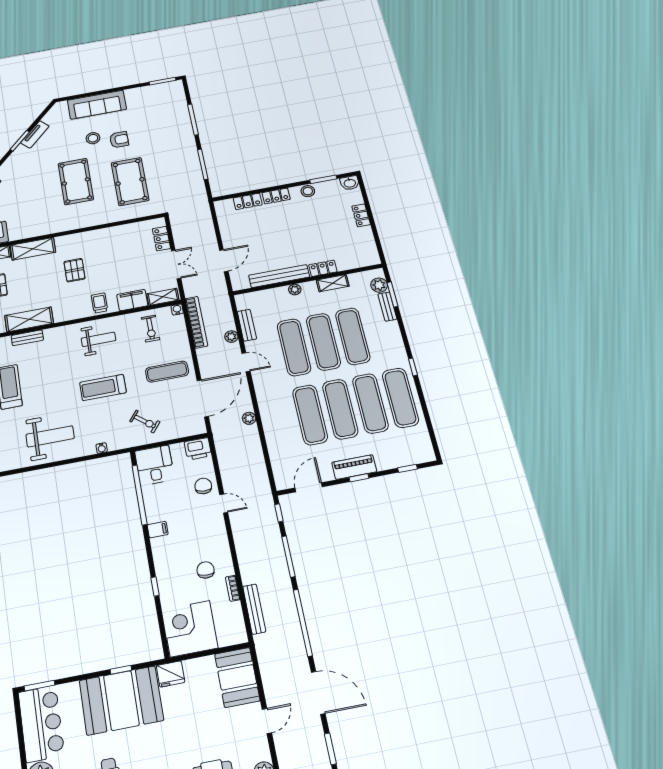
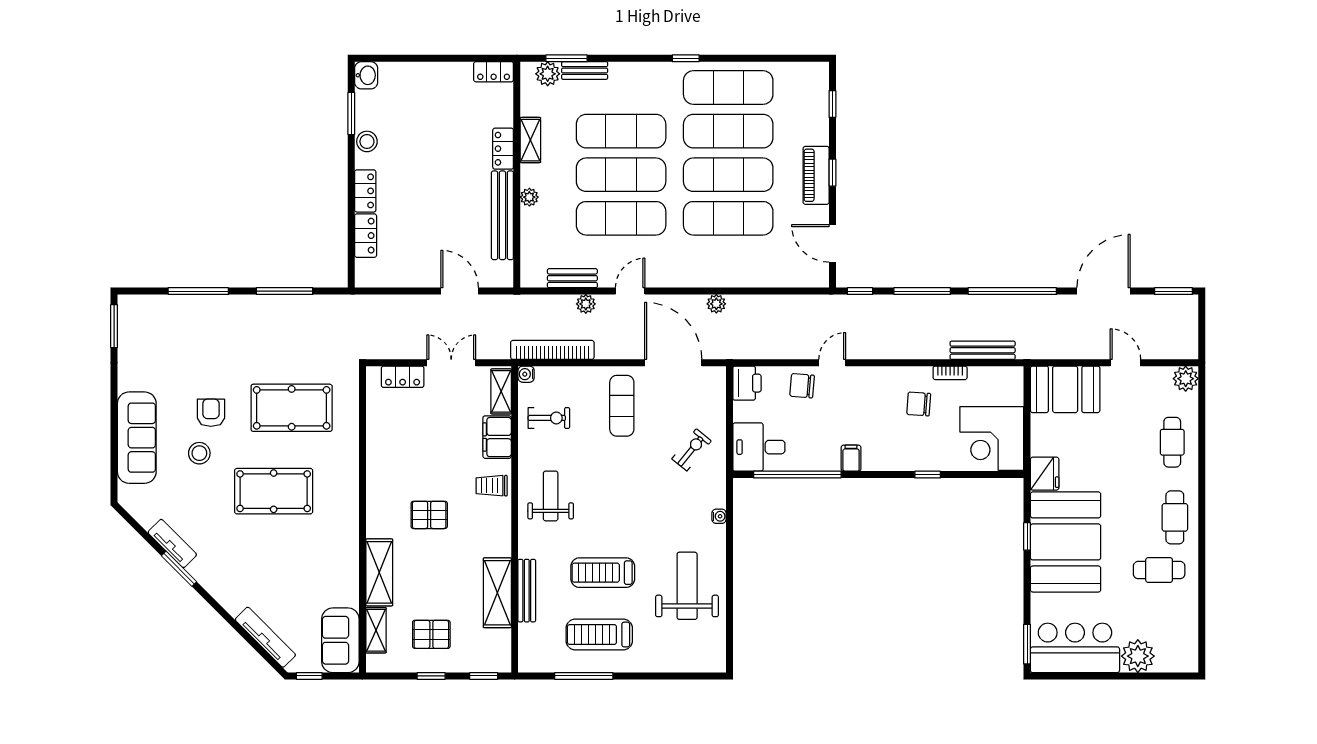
locker: (361, 215) -> (494, 72), moved
bench: (27, 338) -> (527, 591), width x1.36
treadmill: (103, 387) -> (603, 573), moved, turned 90

